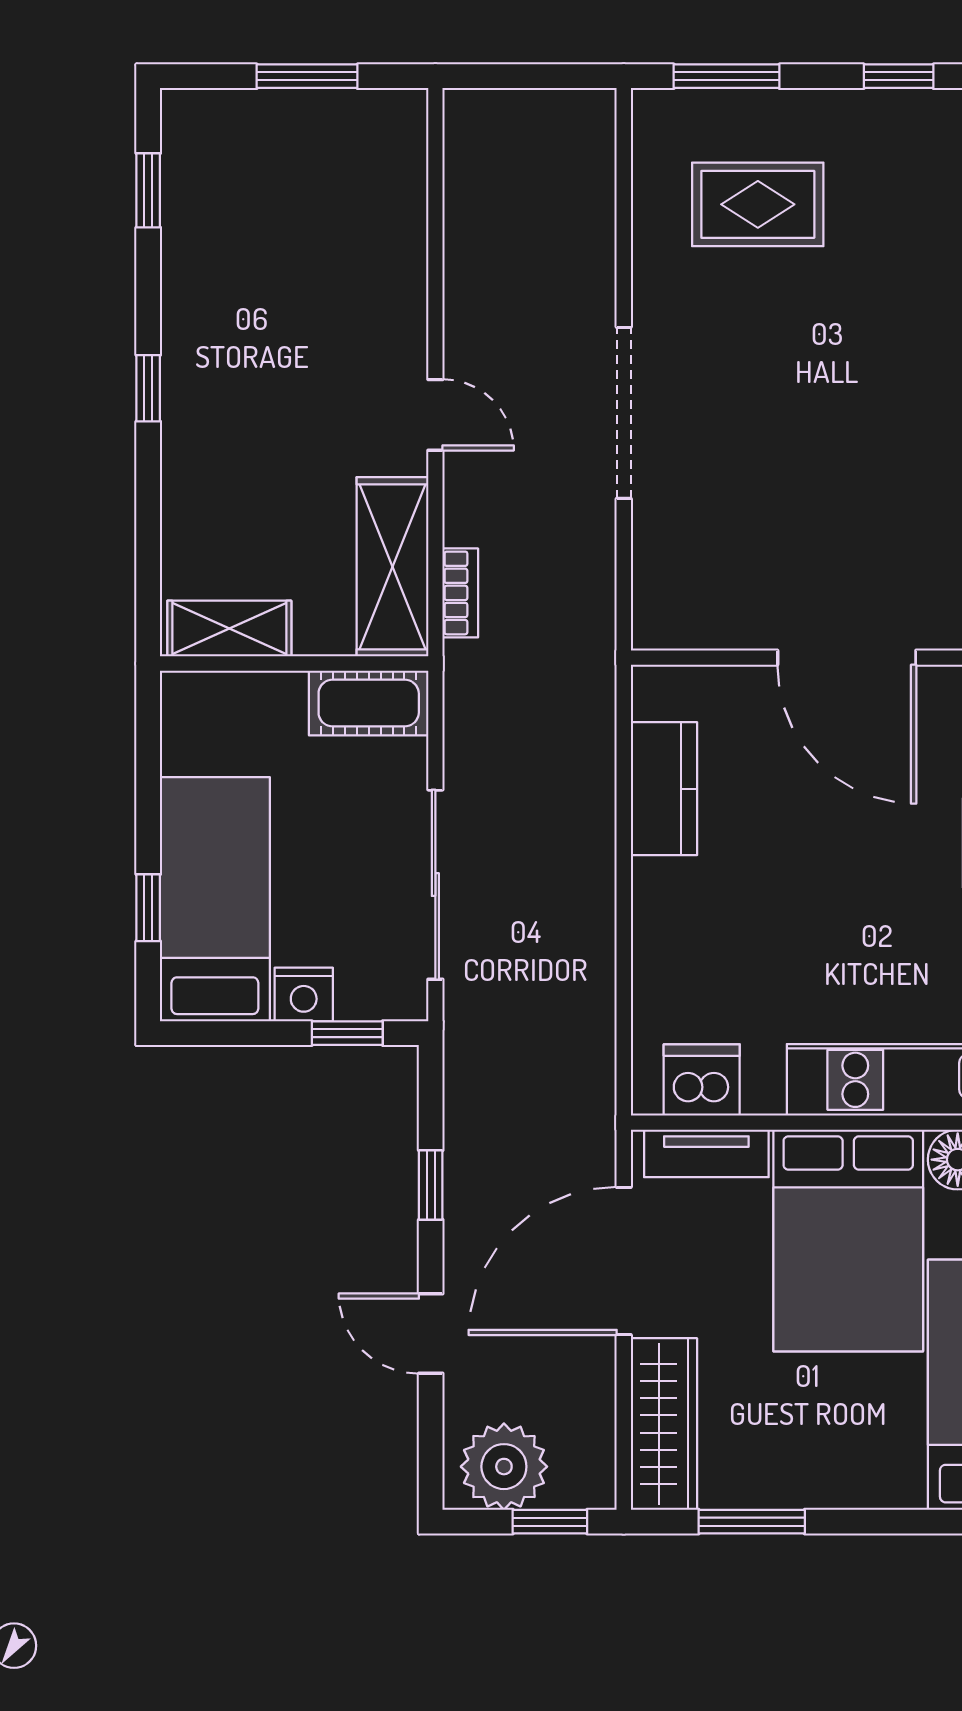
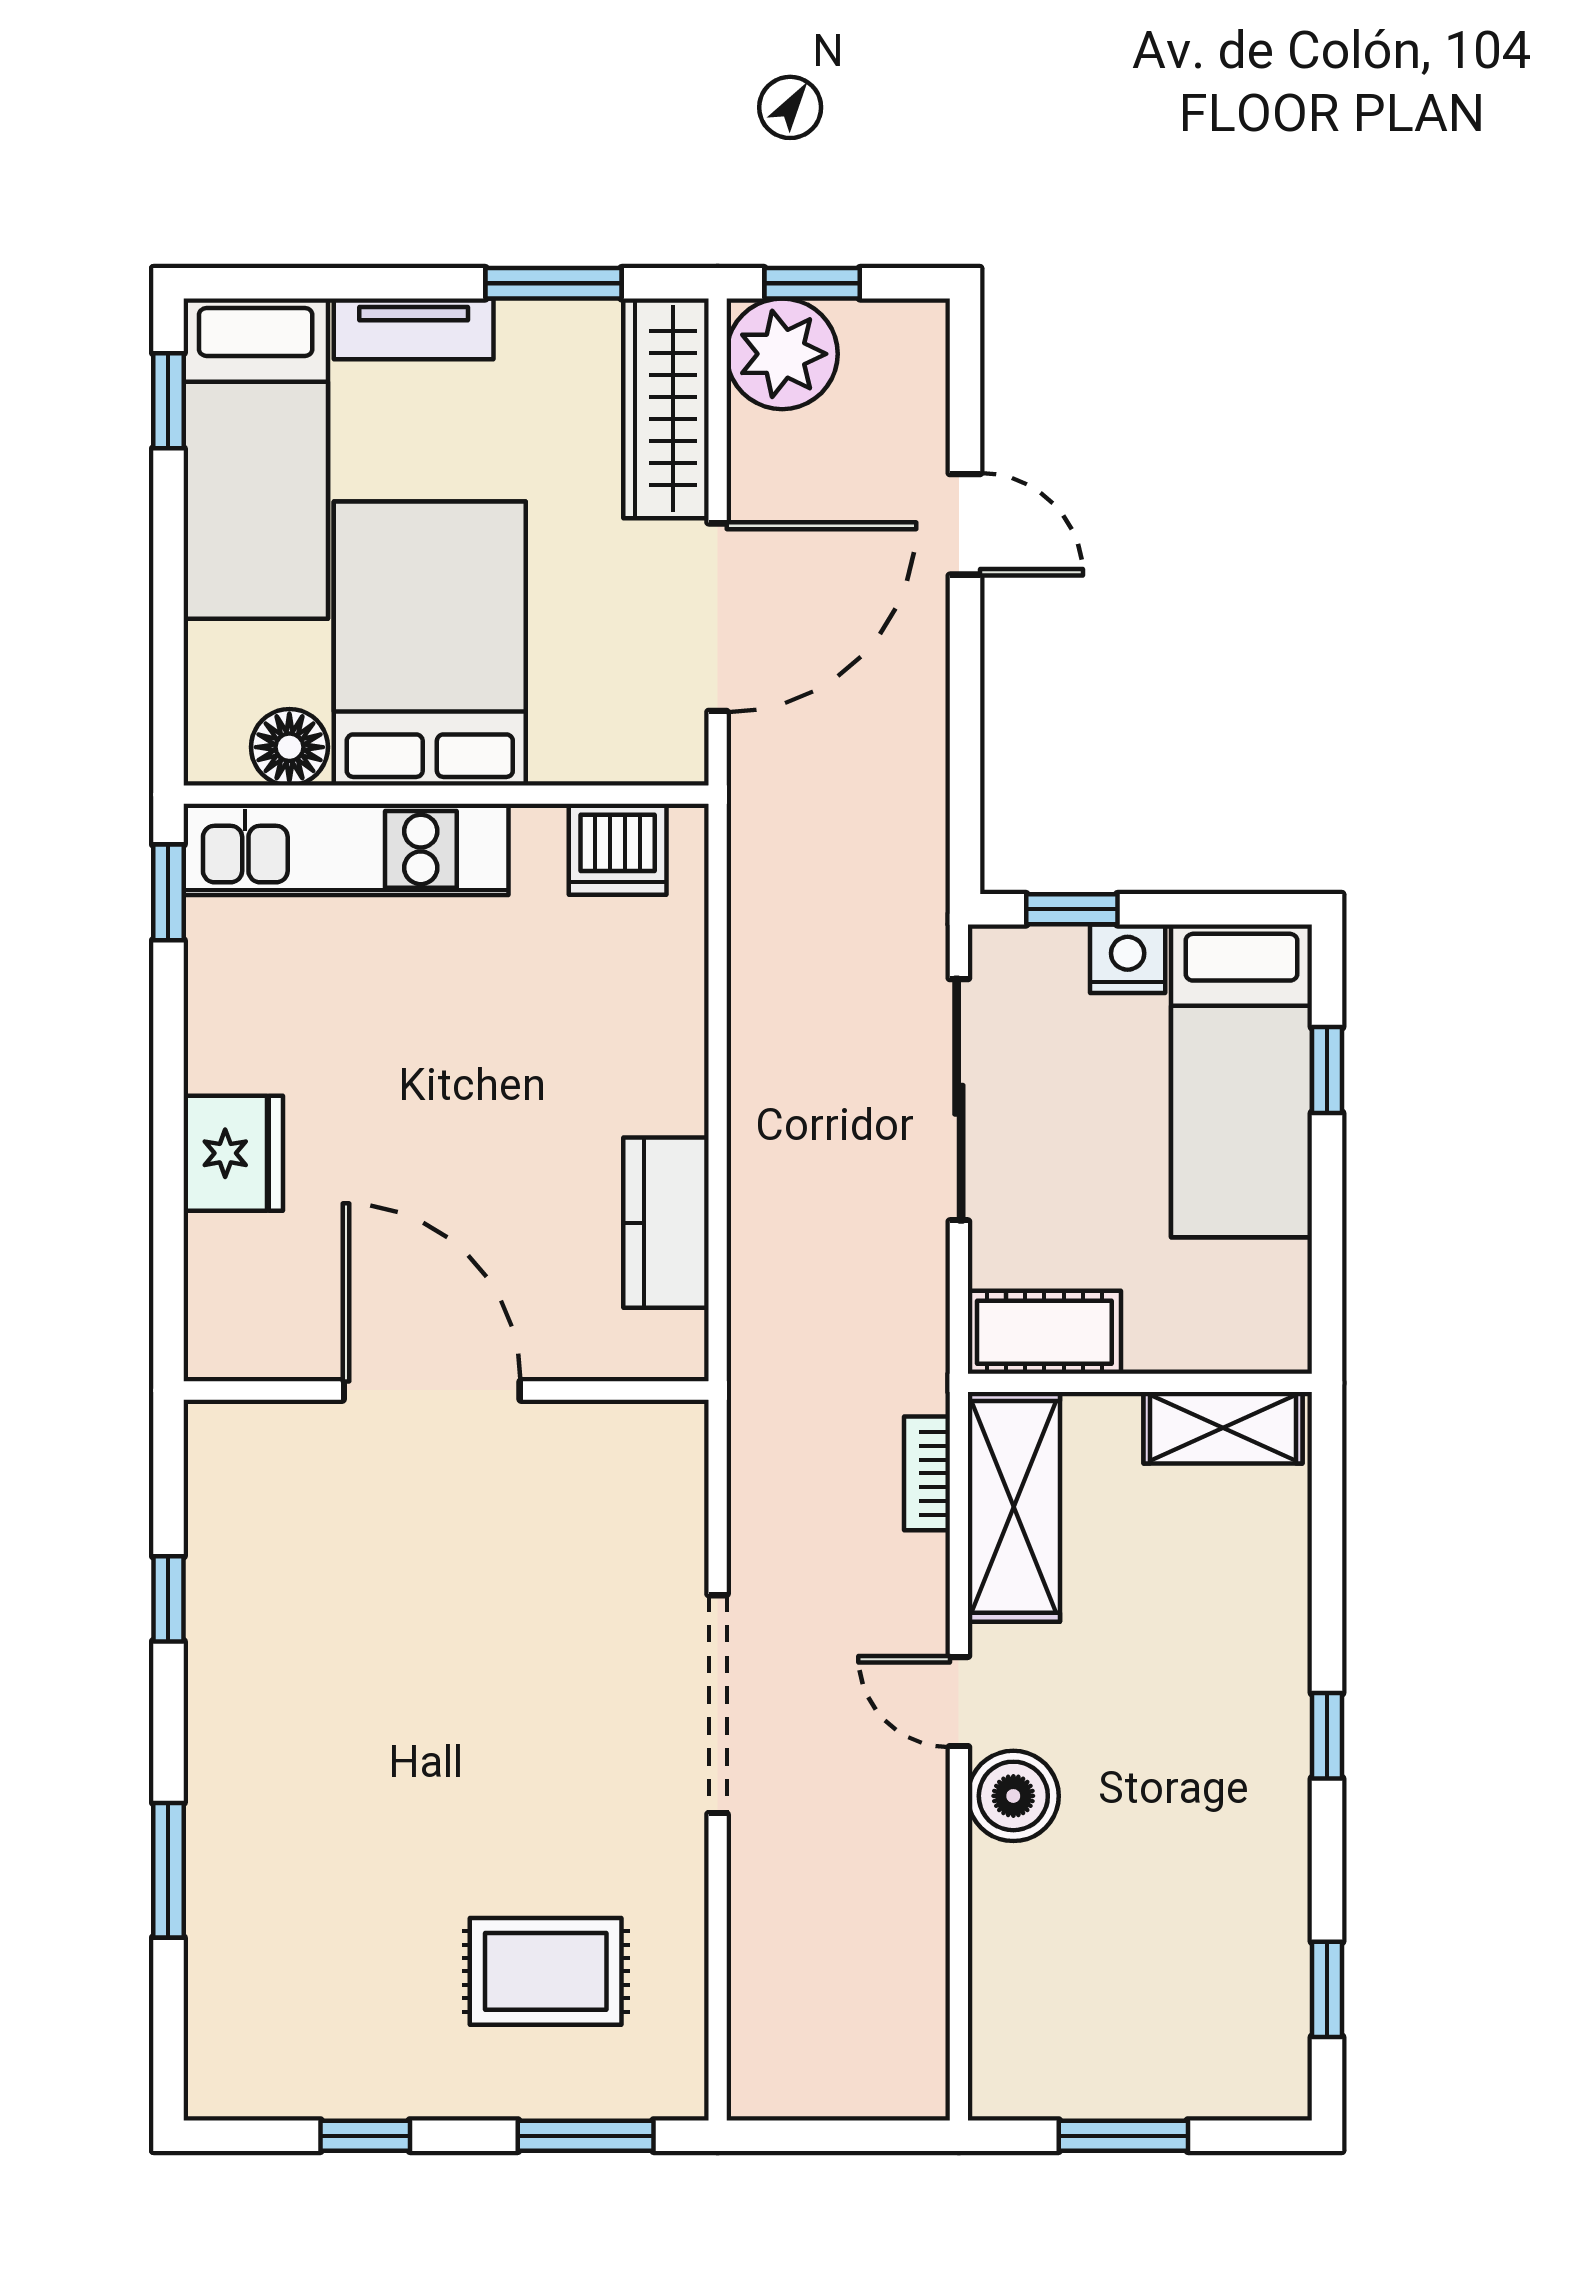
boiler: (393, 341) -> (1013, 1796), added
tv unit: (706, 1153) -> (414, 329), moved, turned 180
window: (431, 1185) -> (965, 715), removed
plant: (504, 1467) -> (782, 354), moved

